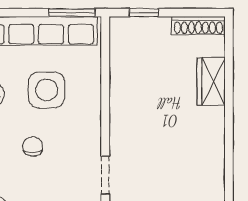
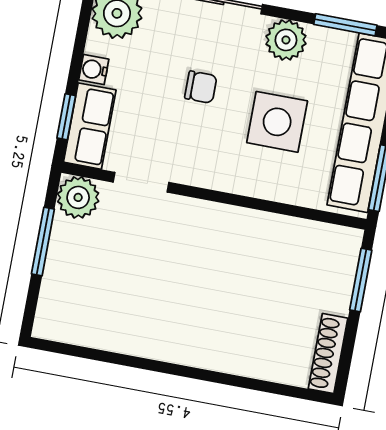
window: (144, 13) -> (361, 280), width x1.50
wardrobe: (211, 81) -> (246, 357), removed

